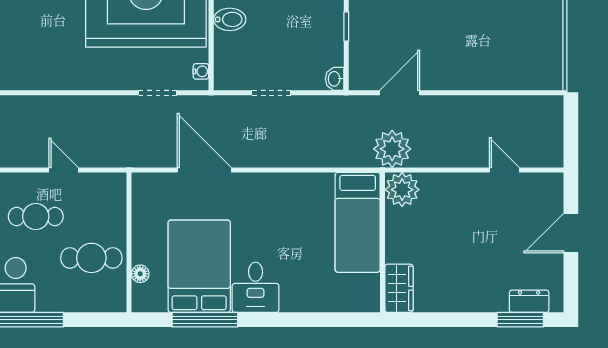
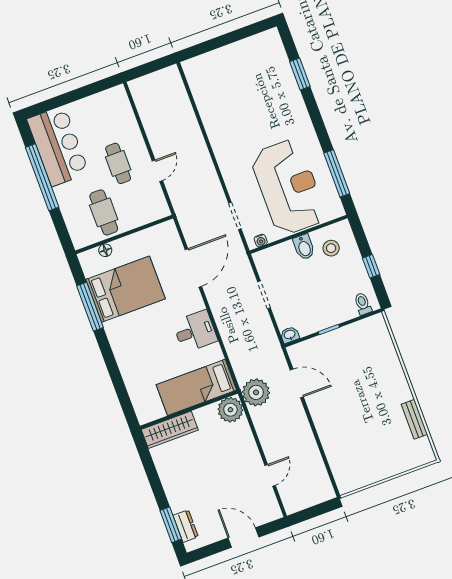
desk: (256, 287) -> (195, 331), moved, turned 180
wardrobe: (399, 288) -> (170, 430), width x1.50

